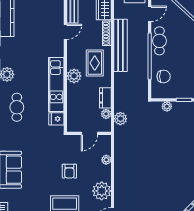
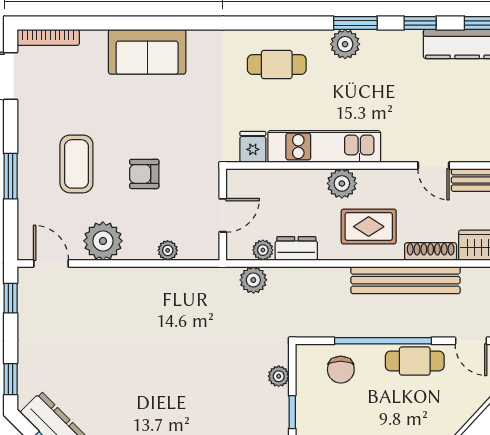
door: (89, 133) -> (223, 215), swing flipped

